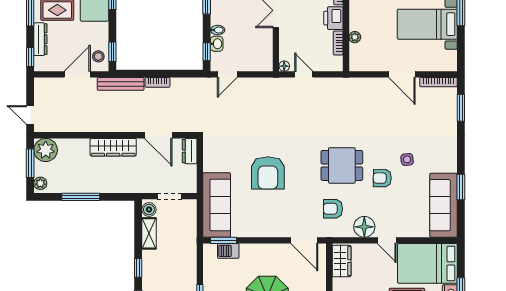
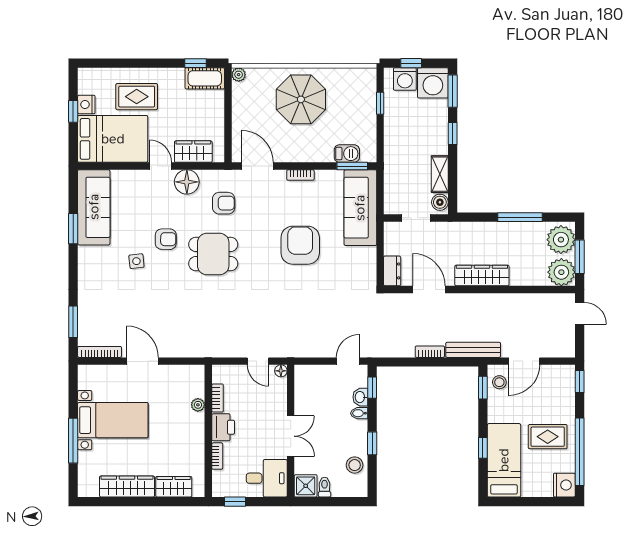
dresser: (40, 39) -> (568, 402), removed
plant: (40, 183) -> (561, 240), width x1.87, depth x1.87
bookcase: (268, 233) -> (300, 175), added
wardrobe: (342, 261) -> (193, 152), moved, turned 90

